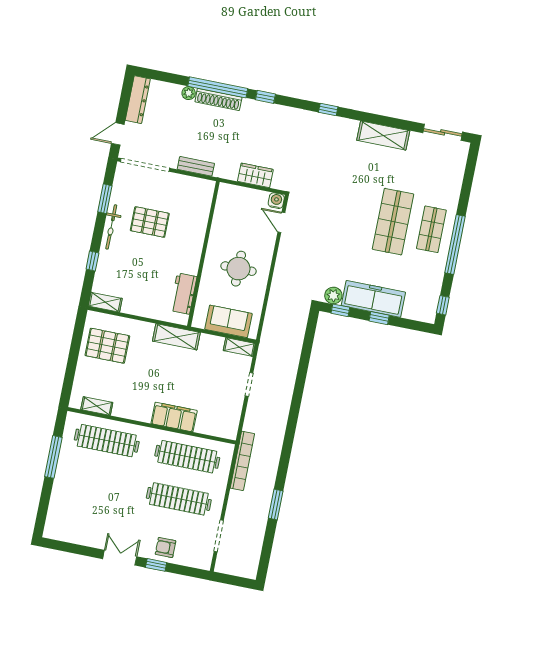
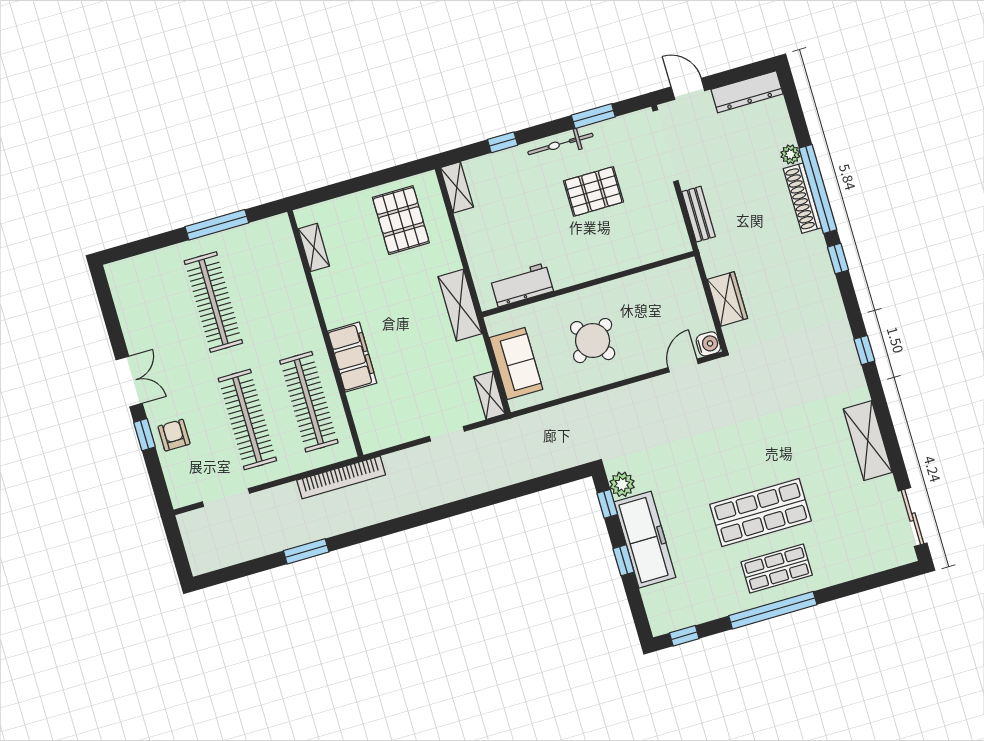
pallet: (150, 222) -> (593, 191), turned 90
round table: (238, 269) -> (593, 341), turned -35
clothes rail: (107, 441) -> (213, 302), moved

